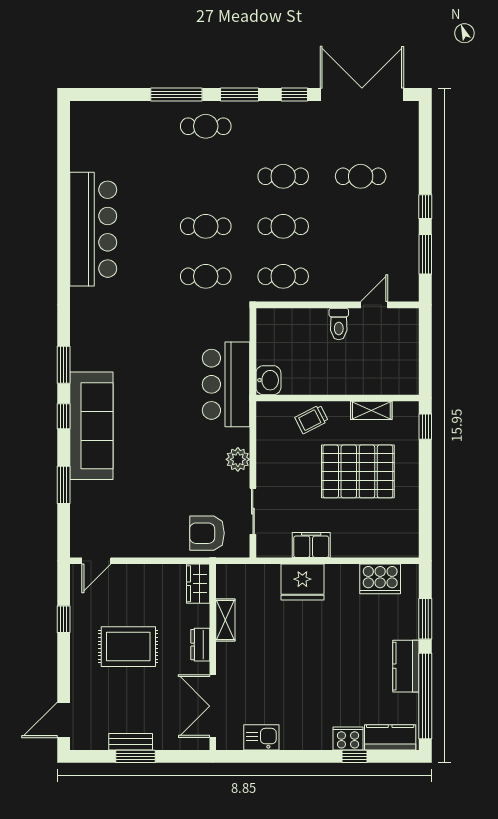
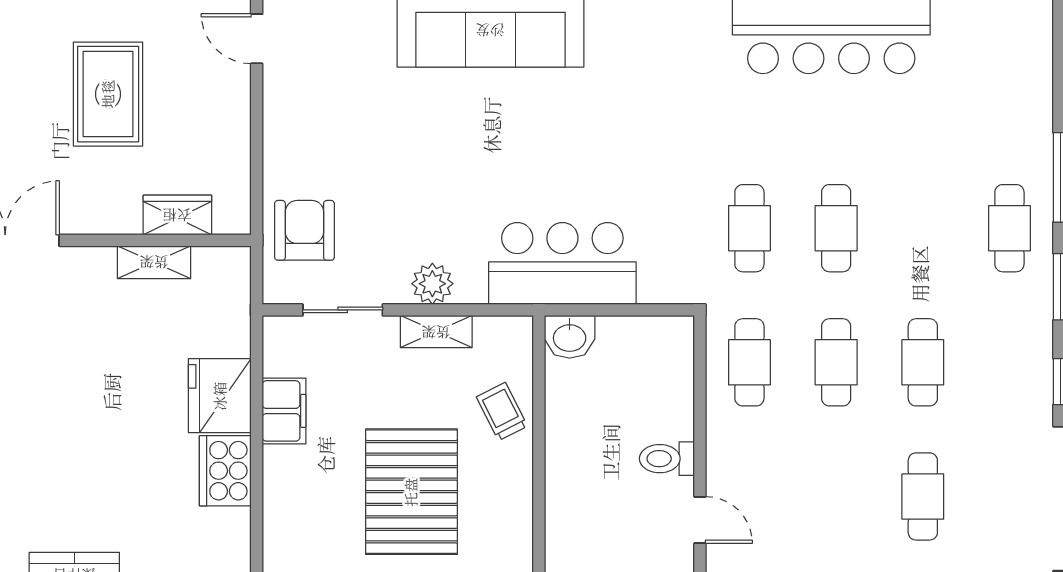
shelving: (371, 410) -> (436, 332), moved, turned 90
cooker: (380, 579) -> (225, 471), moved
wardrobe: (198, 584) -> (177, 215), moved
dresser: (200, 645) -> (111, 219), removed

